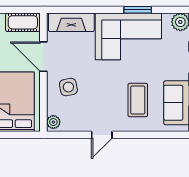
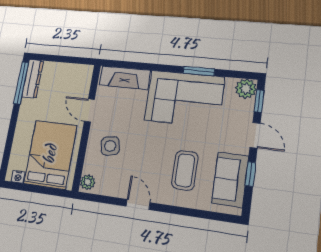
cot: (23, 22) -> (75, 73), removed
door: (43, 57) -> (89, 110), width x0.73
door: (102, 135) -> (138, 204), swing flipped

